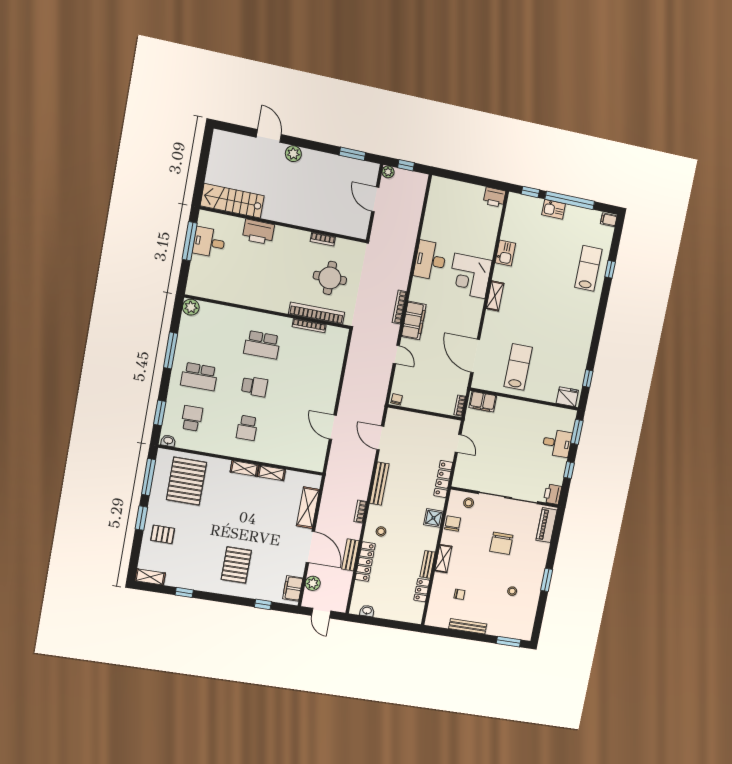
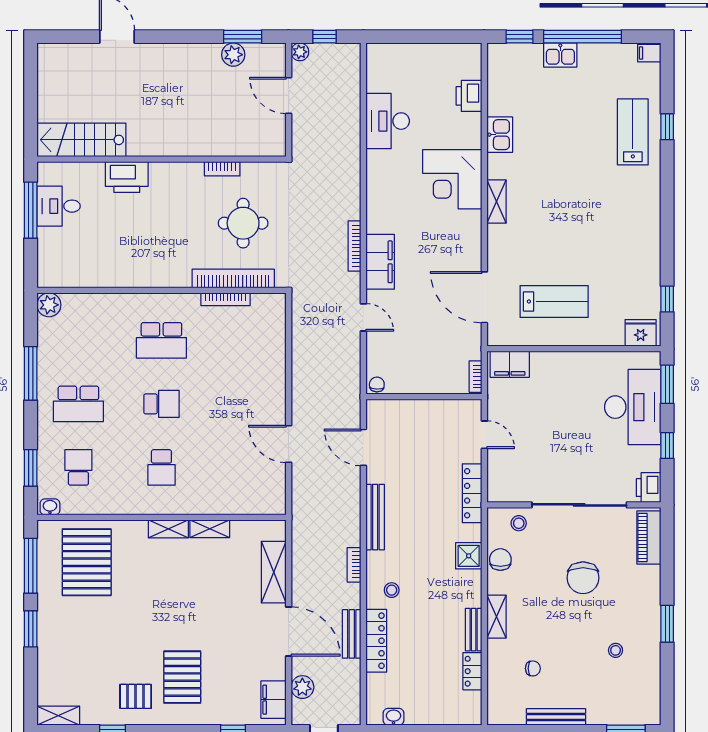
plant: (293, 154) -> (233, 55), moved
printer: (494, 197) -> (469, 96), moved, turned 90
desk: (430, 260) -> (388, 121), moved
lab bench: (518, 367) -> (554, 301), turned 90
desk: (557, 443) -> (633, 407), width x1.87, depth x1.30
pallet: (163, 534) -> (136, 696), moved

